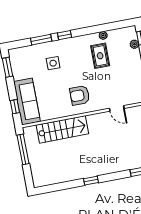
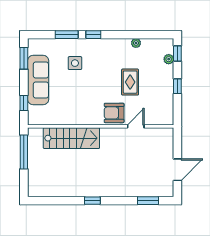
rug: (100, 56) -> (130, 82), moved
armchair: (80, 95) -> (114, 113), moved
sofa: (27, 102) -> (38, 80), moved
door: (117, 108) -> (136, 126), swing flipped

